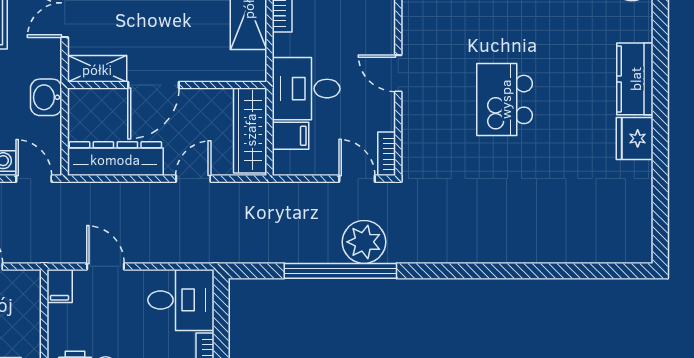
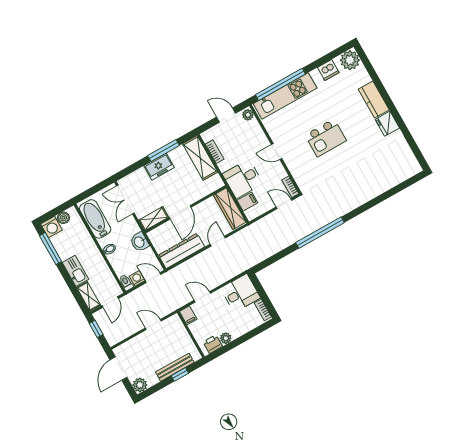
kitchen island: (505, 99) -> (326, 138), turned -90
plant: (364, 242) -> (301, 228), removed
window: (340, 271) -> (320, 233), moved

